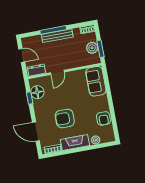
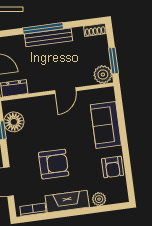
plant: (92, 48) -> (103, 74), moved
door: (57, 72) -> (65, 91), moved
sofa: (96, 81) -> (106, 125), moved
armchair: (65, 118) -> (54, 164), turned 180

